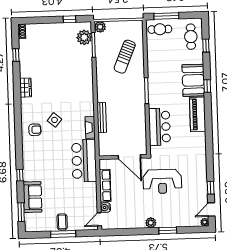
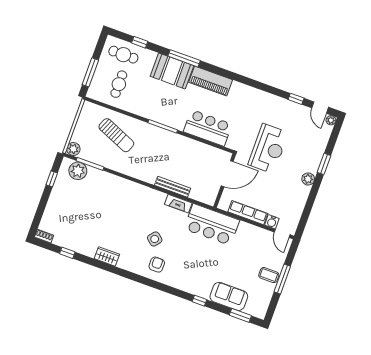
cafe table: (160, 29) -> (119, 84), moved
window: (207, 86) -> (184, 58), width x2.17

